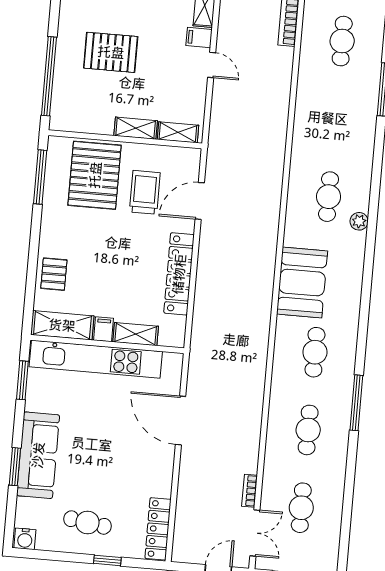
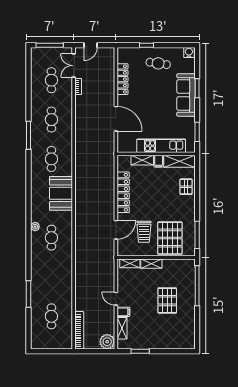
pallet: (111, 52) -> (167, 301), turned 90
kitchen unit: (96, 359) -> (161, 146), width x0.73
locker: (158, 529) -> (122, 79), moved

